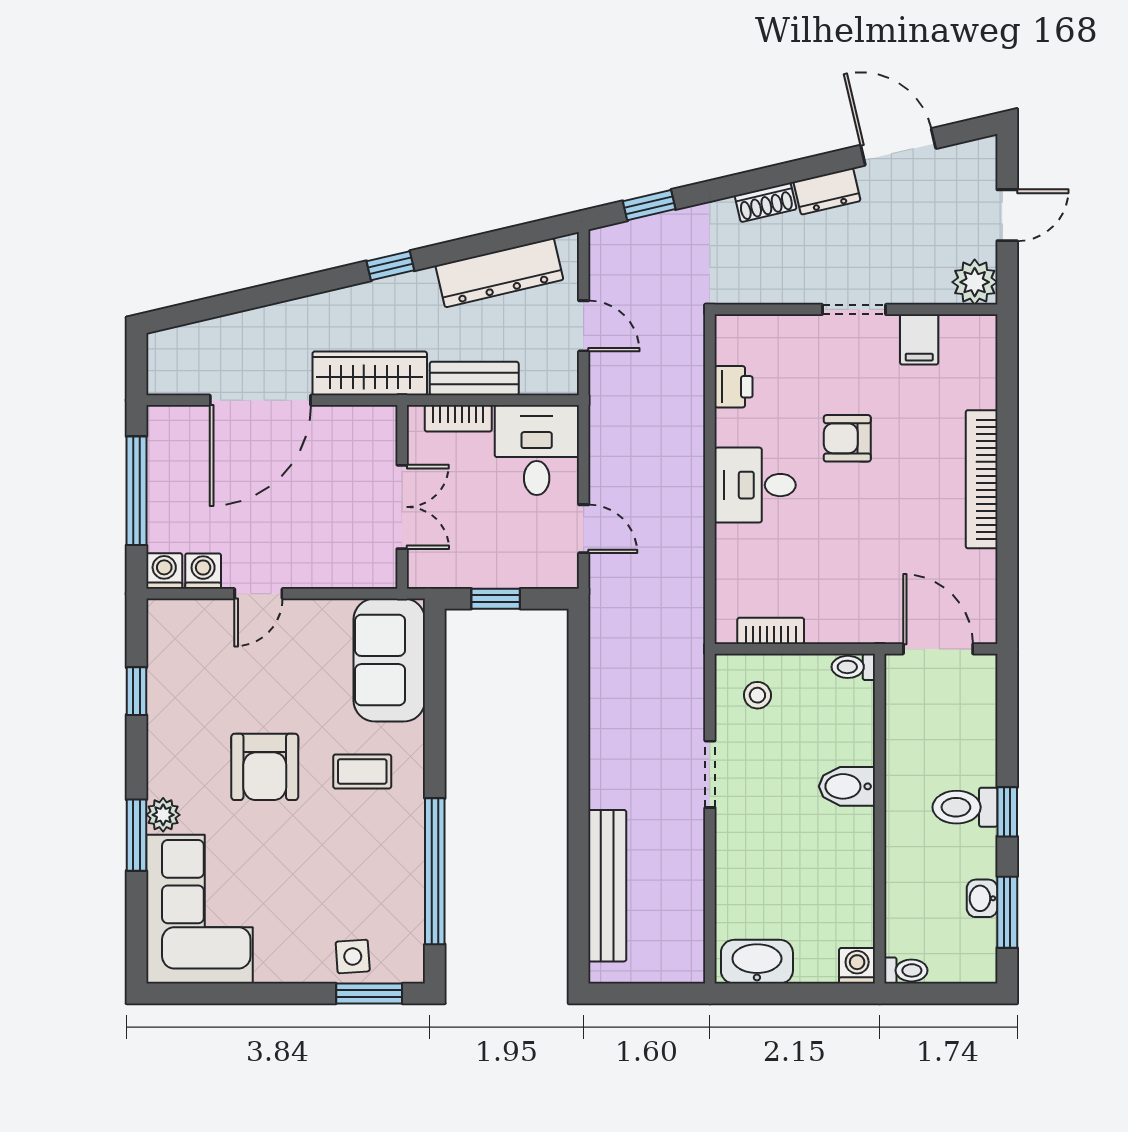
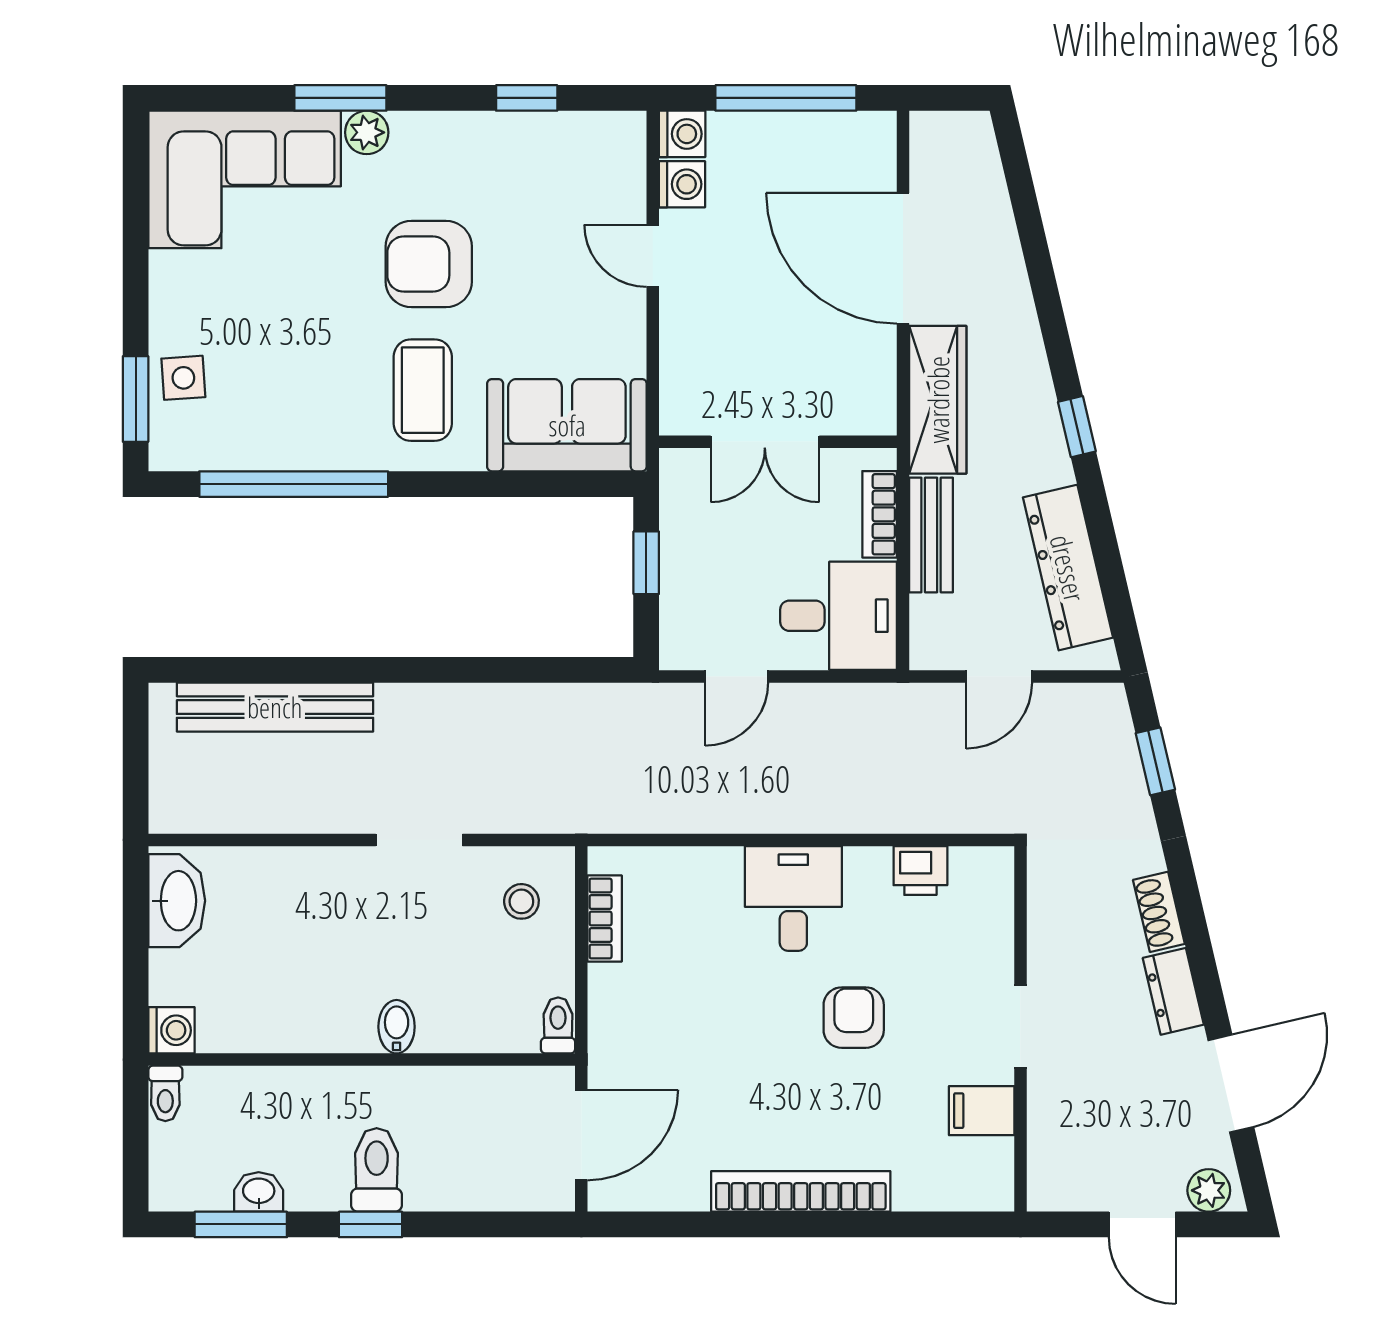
plant: (975, 282) -> (1209, 1190), moved, width x0.73, depth x0.73
coffee table: (362, 771) -> (423, 390), width x1.36, depth x1.30
bidet: (847, 786) -> (397, 1027), width x0.72, depth x0.74

